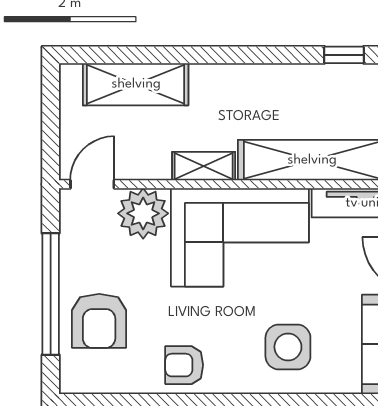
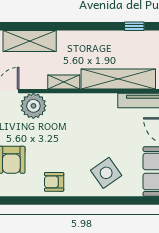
corner sofa: (240, 237) -> (82, 118), removed
side table: (288, 347) -> (106, 173), turned -35

